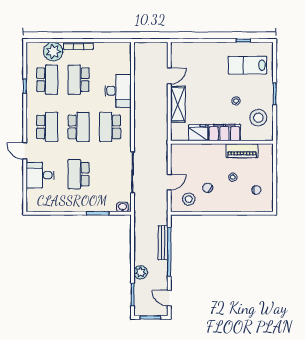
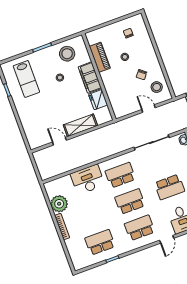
plant: (53, 52) -> (59, 204), moved
school desk: (79, 80) -> (90, 216), removed
school desk: (110, 127) -> (120, 175), turned 180

